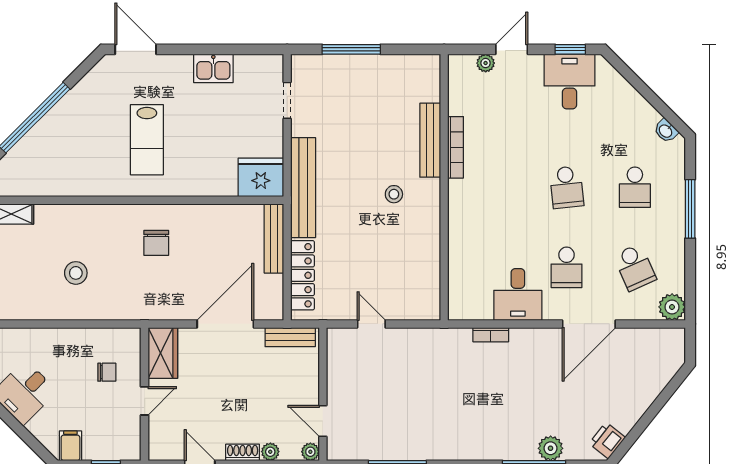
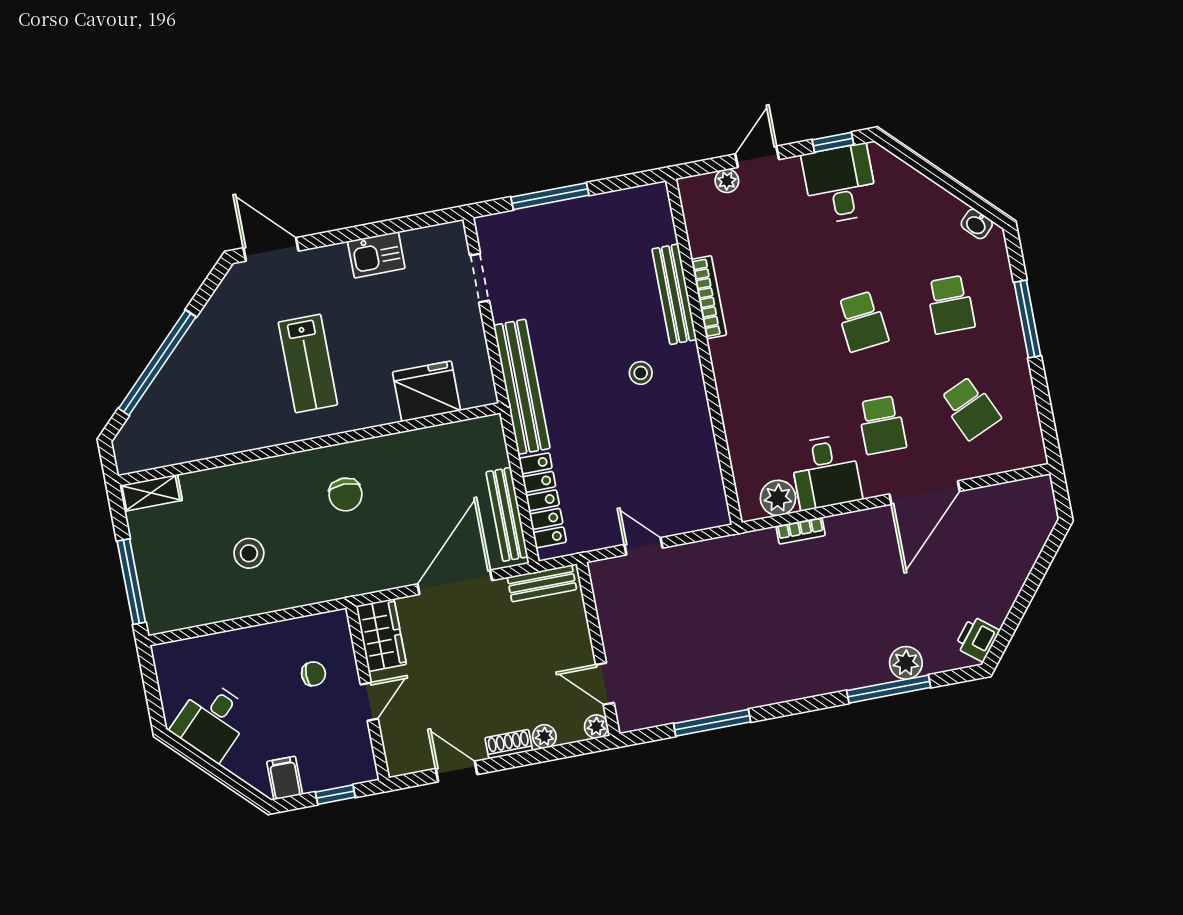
fridge: (261, 177) -> (427, 391), moved
bench: (274, 238) -> (507, 514), moved
plant: (672, 307) -> (778, 498), moved

